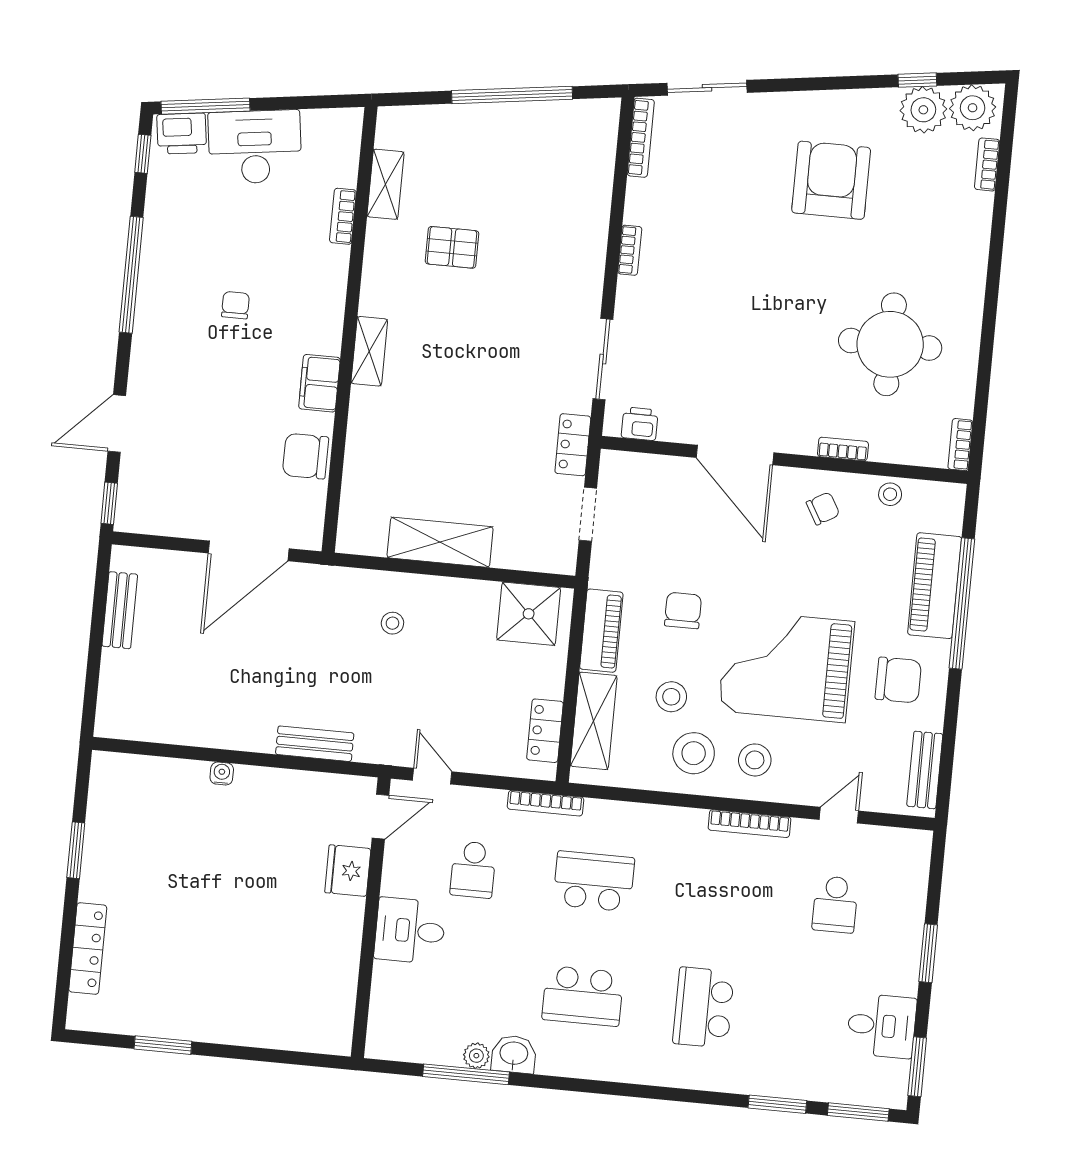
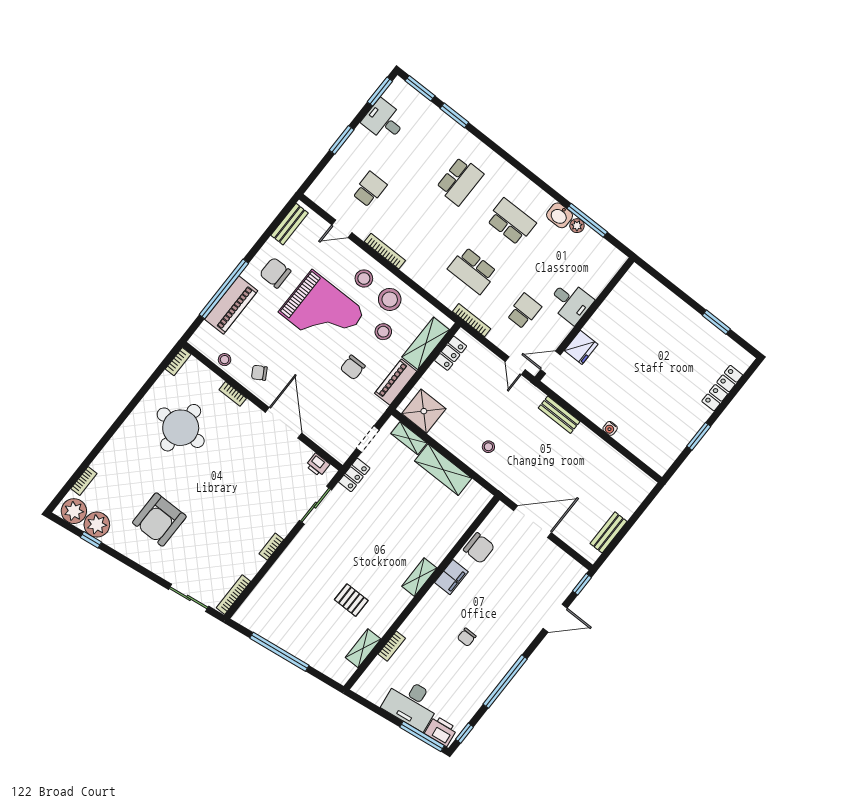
shelving: (525, 557) -> (409, 438), added

